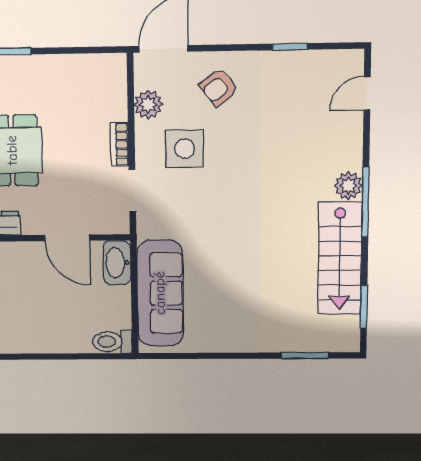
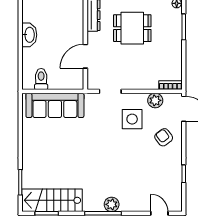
bookcase: (120, 144) -> (170, 85), moved
stairs: (340, 258) -> (52, 200), moved
washbasin: (117, 263) -> (29, 35), moved, turned 90
toilet: (112, 342) -> (41, 79), moved

